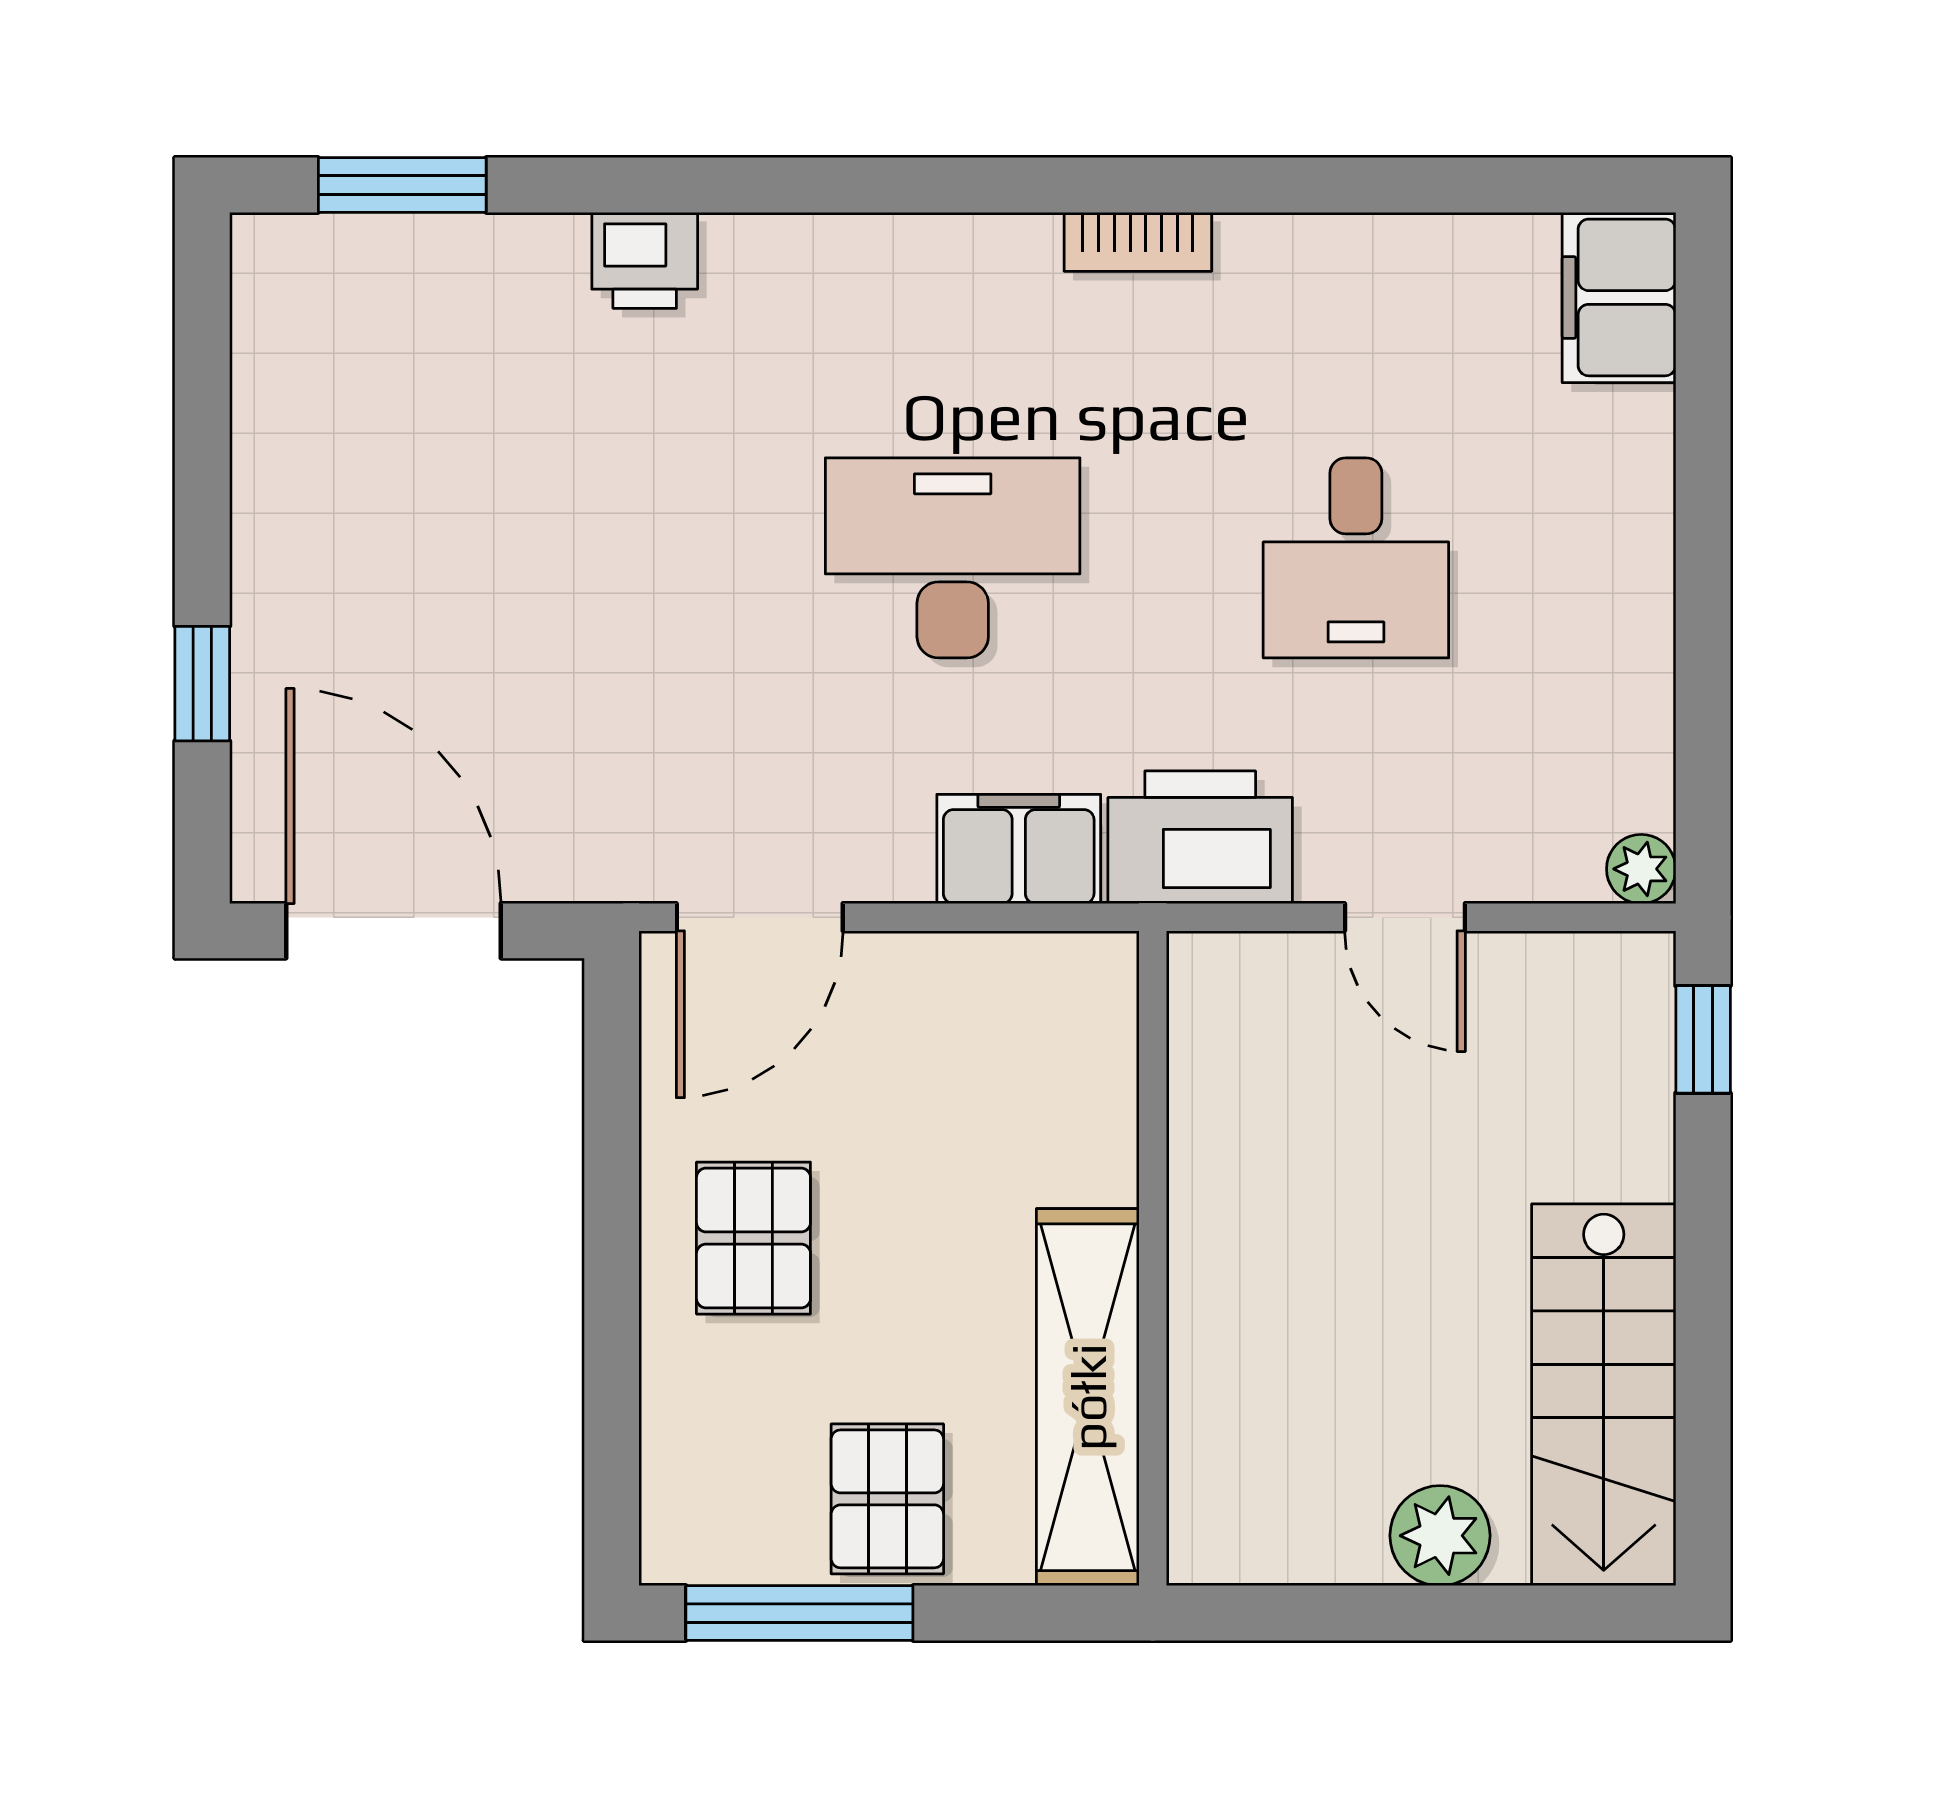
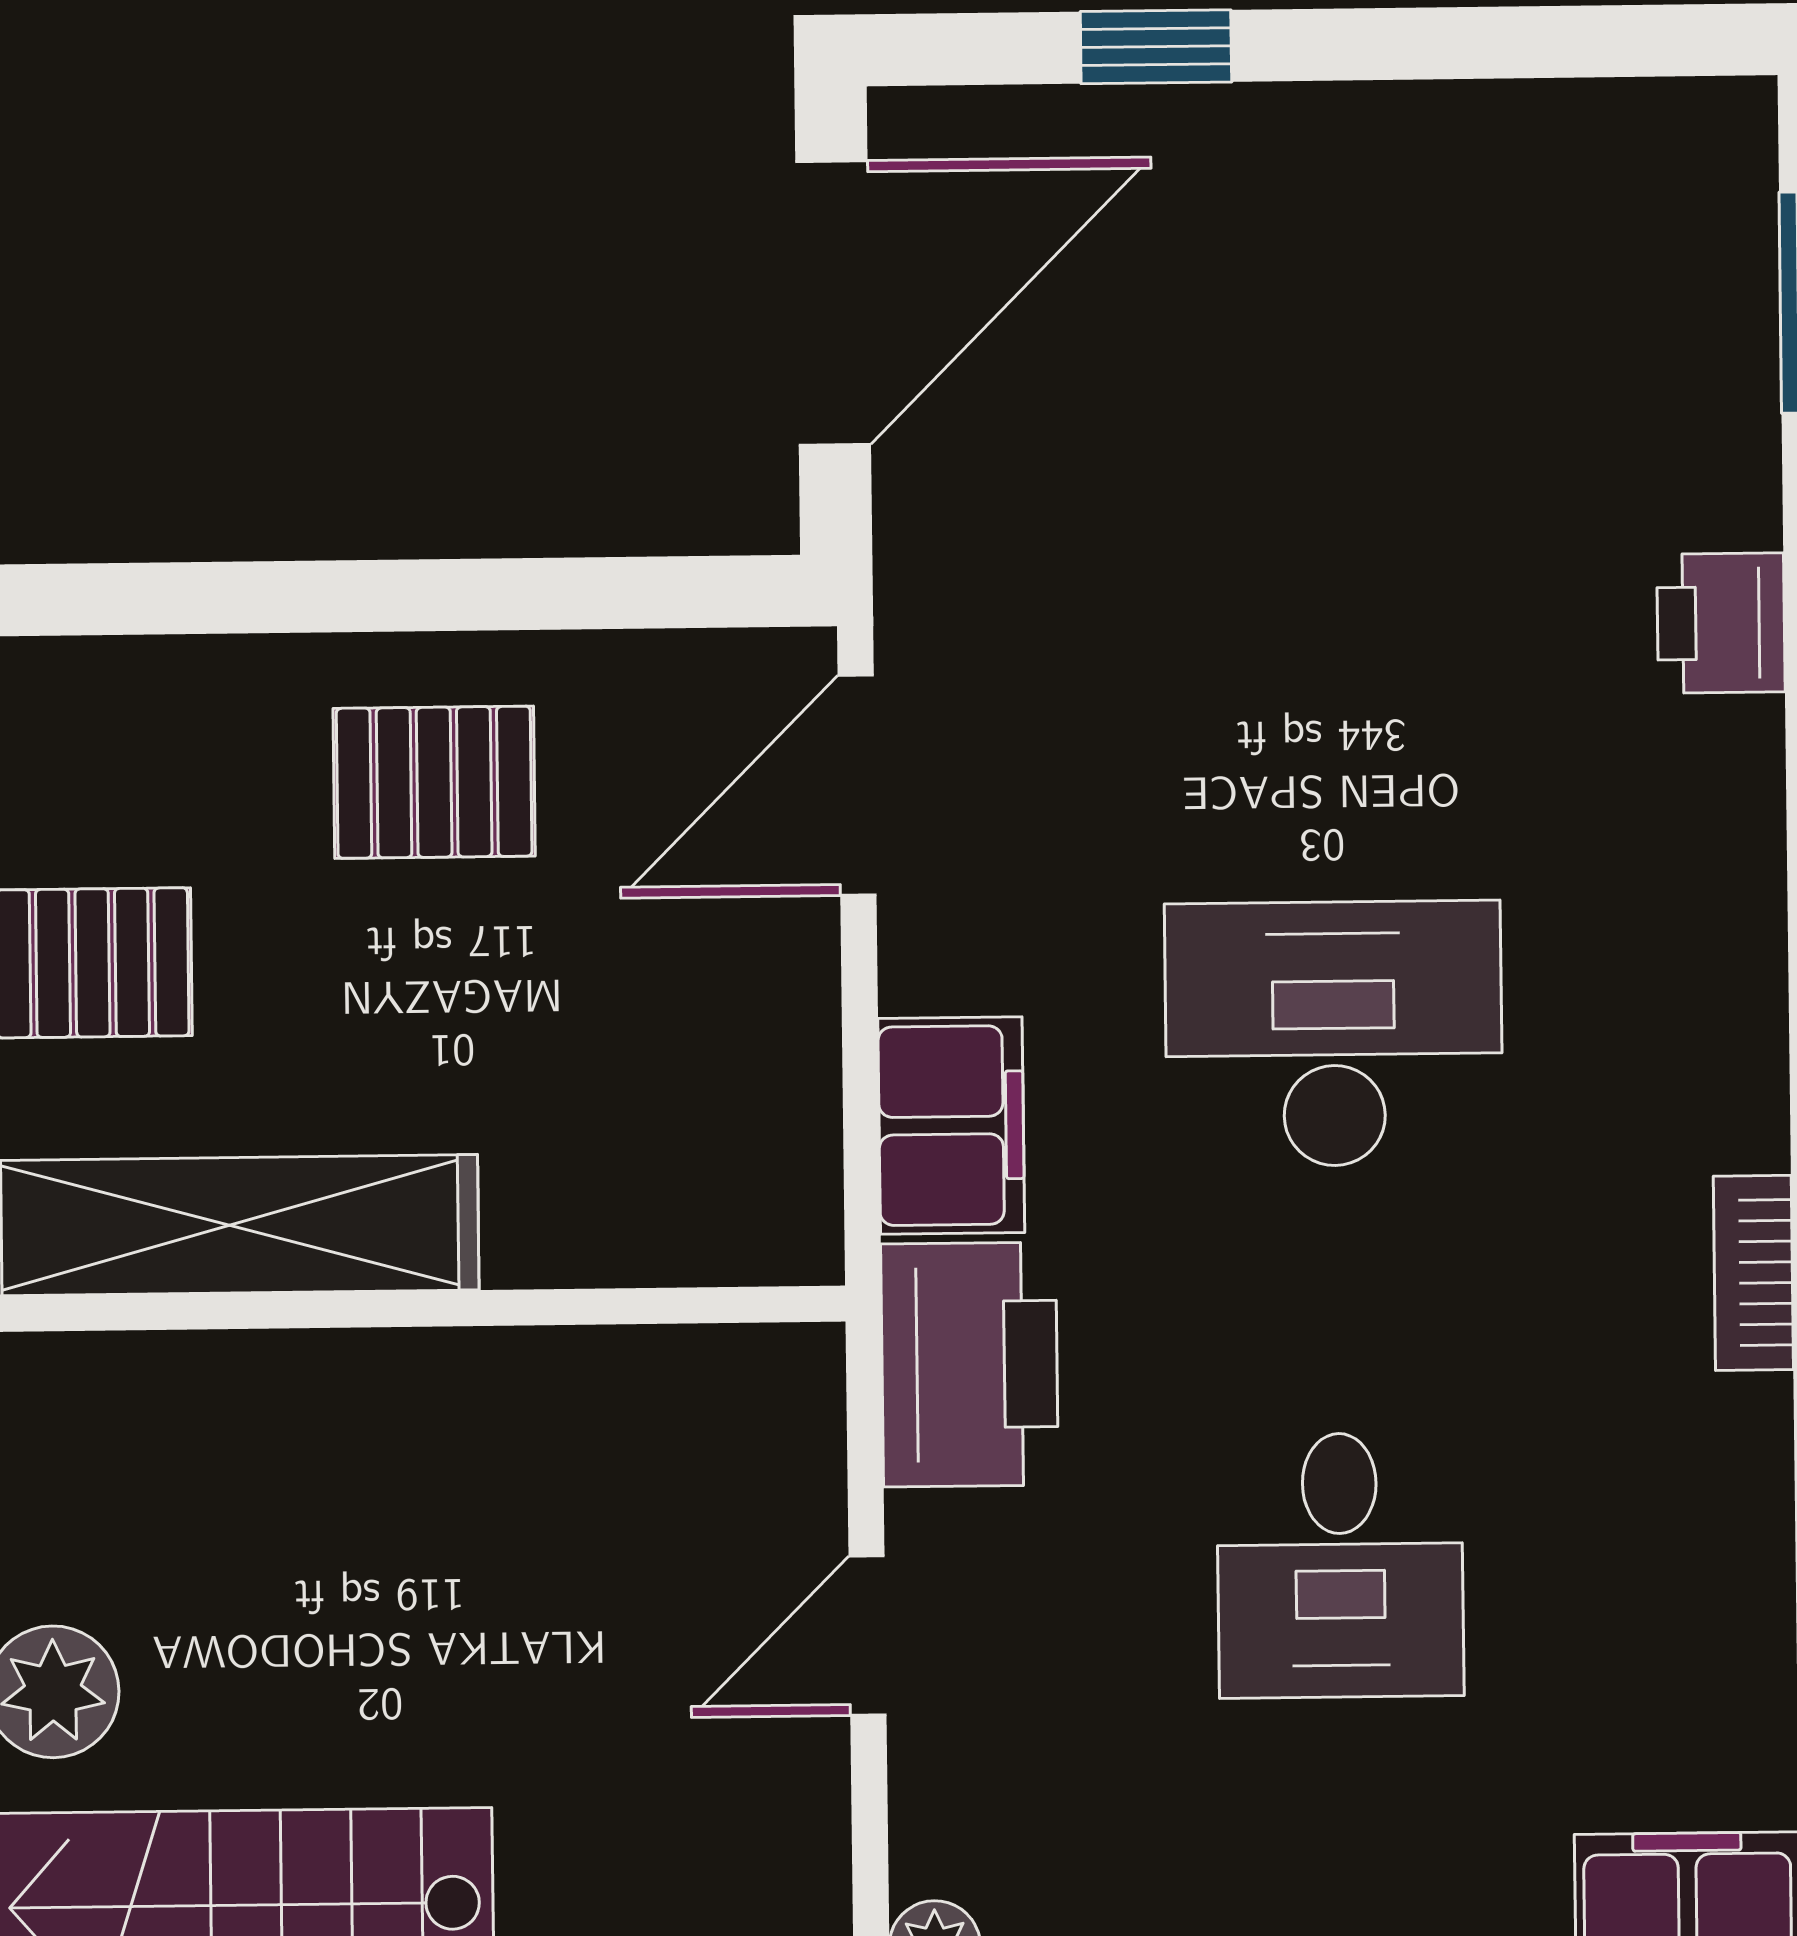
desk: (953, 558) -> (1334, 1034), turned -90
desk: (1356, 558) -> (1340, 1565), turned -90
door: (760, 917) -> (857, 785), hinge flipped

